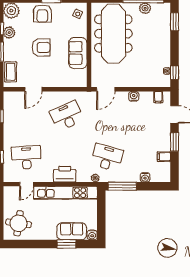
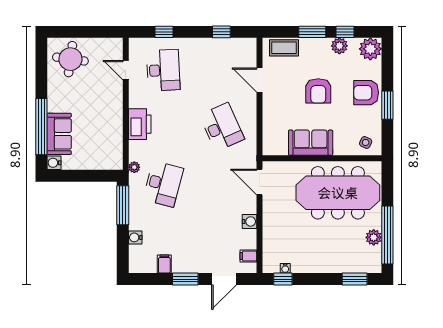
kitchen unit: (65, 193) -> (114, 125), removed
window: (66, 244) -> (41, 127), width x2.11

